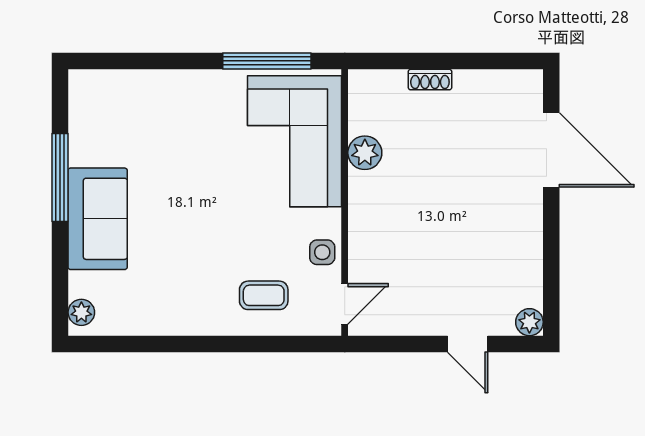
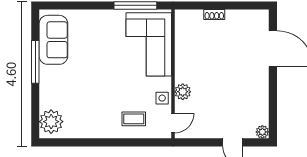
plant: (365, 153) -> (183, 92), moved
sofa: (98, 219) -> (53, 40), moved
plant: (81, 312) -> (51, 122), width x1.88, depth x1.88

